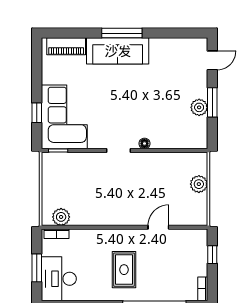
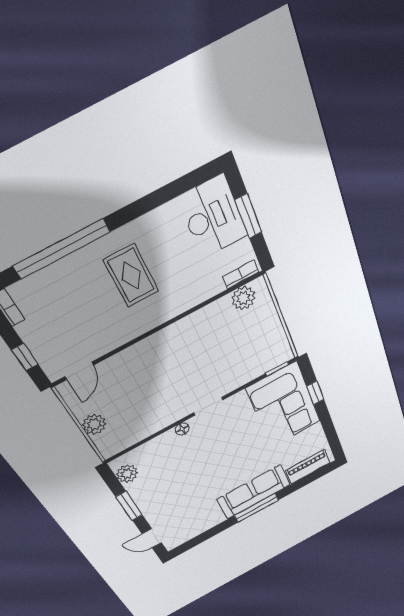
door: (212, 60) -> (152, 538), hinge flipped
plant: (199, 107) -> (127, 474), moved
door: (158, 227) -> (79, 371), moved

